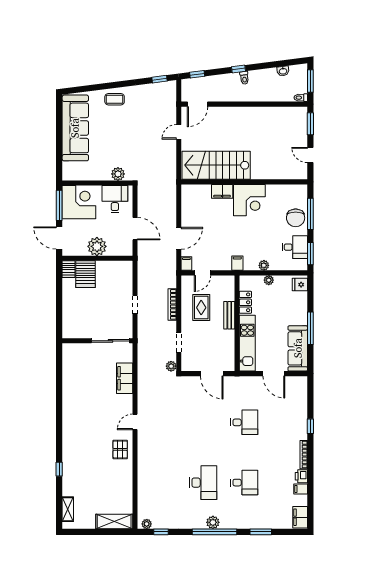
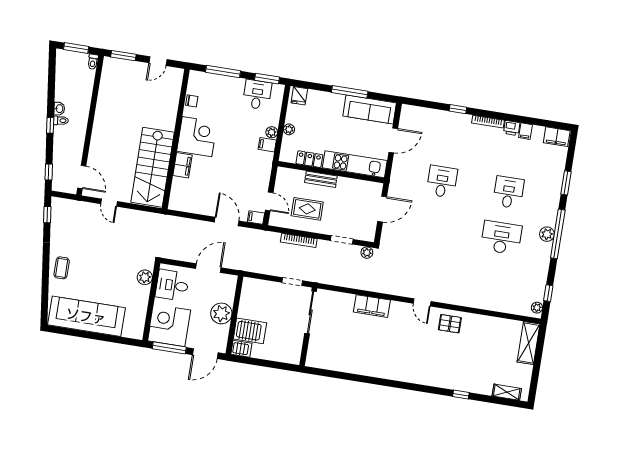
washbasin: (283, 71) -> (59, 109), moved
chair: (296, 218) -> (192, 101), moved, width x0.54, depth x0.54
filing cabinet: (237, 263) -> (267, 145), moved
wall: (97, 341) -> (308, 327), moved
sliding door: (110, 341) -> (311, 312), moved

